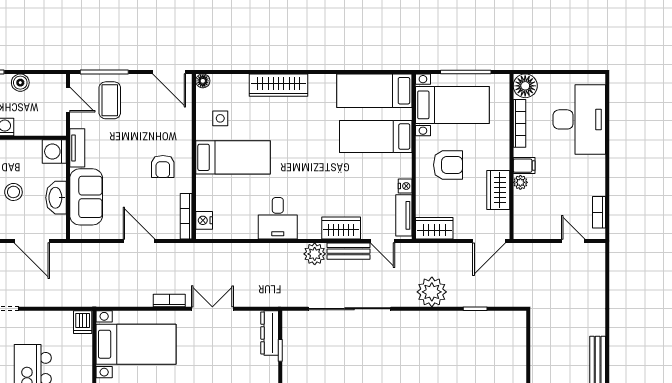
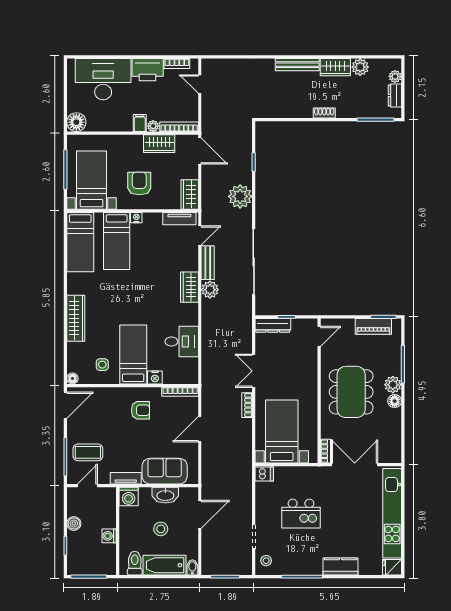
bookcase: (519, 123) -> (179, 127), moved
printer: (591, 175) -> (148, 70), added
nightstand: (405, 186) -> (136, 218), moved
desk: (278, 218) -> (182, 342), moved
nightstand: (204, 220) -> (155, 377), moved
wardrobe: (341, 228) -> (189, 287), moved
door: (573, 241) -> (200, 84), hinge flipped

